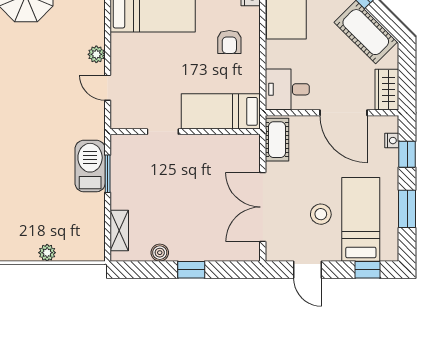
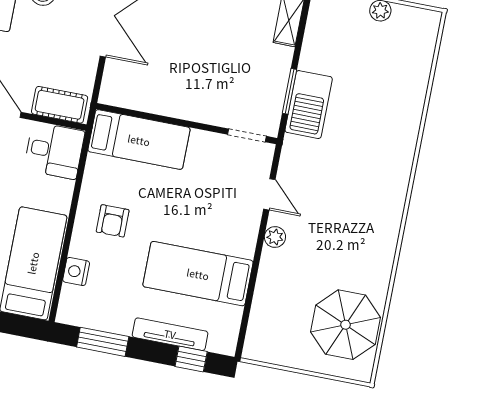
armchair: (229, 42) -> (113, 221), turned 180
doorway: (163, 132) -> (247, 135), moved
cot: (277, 140) -> (60, 105), moved, turned 90

